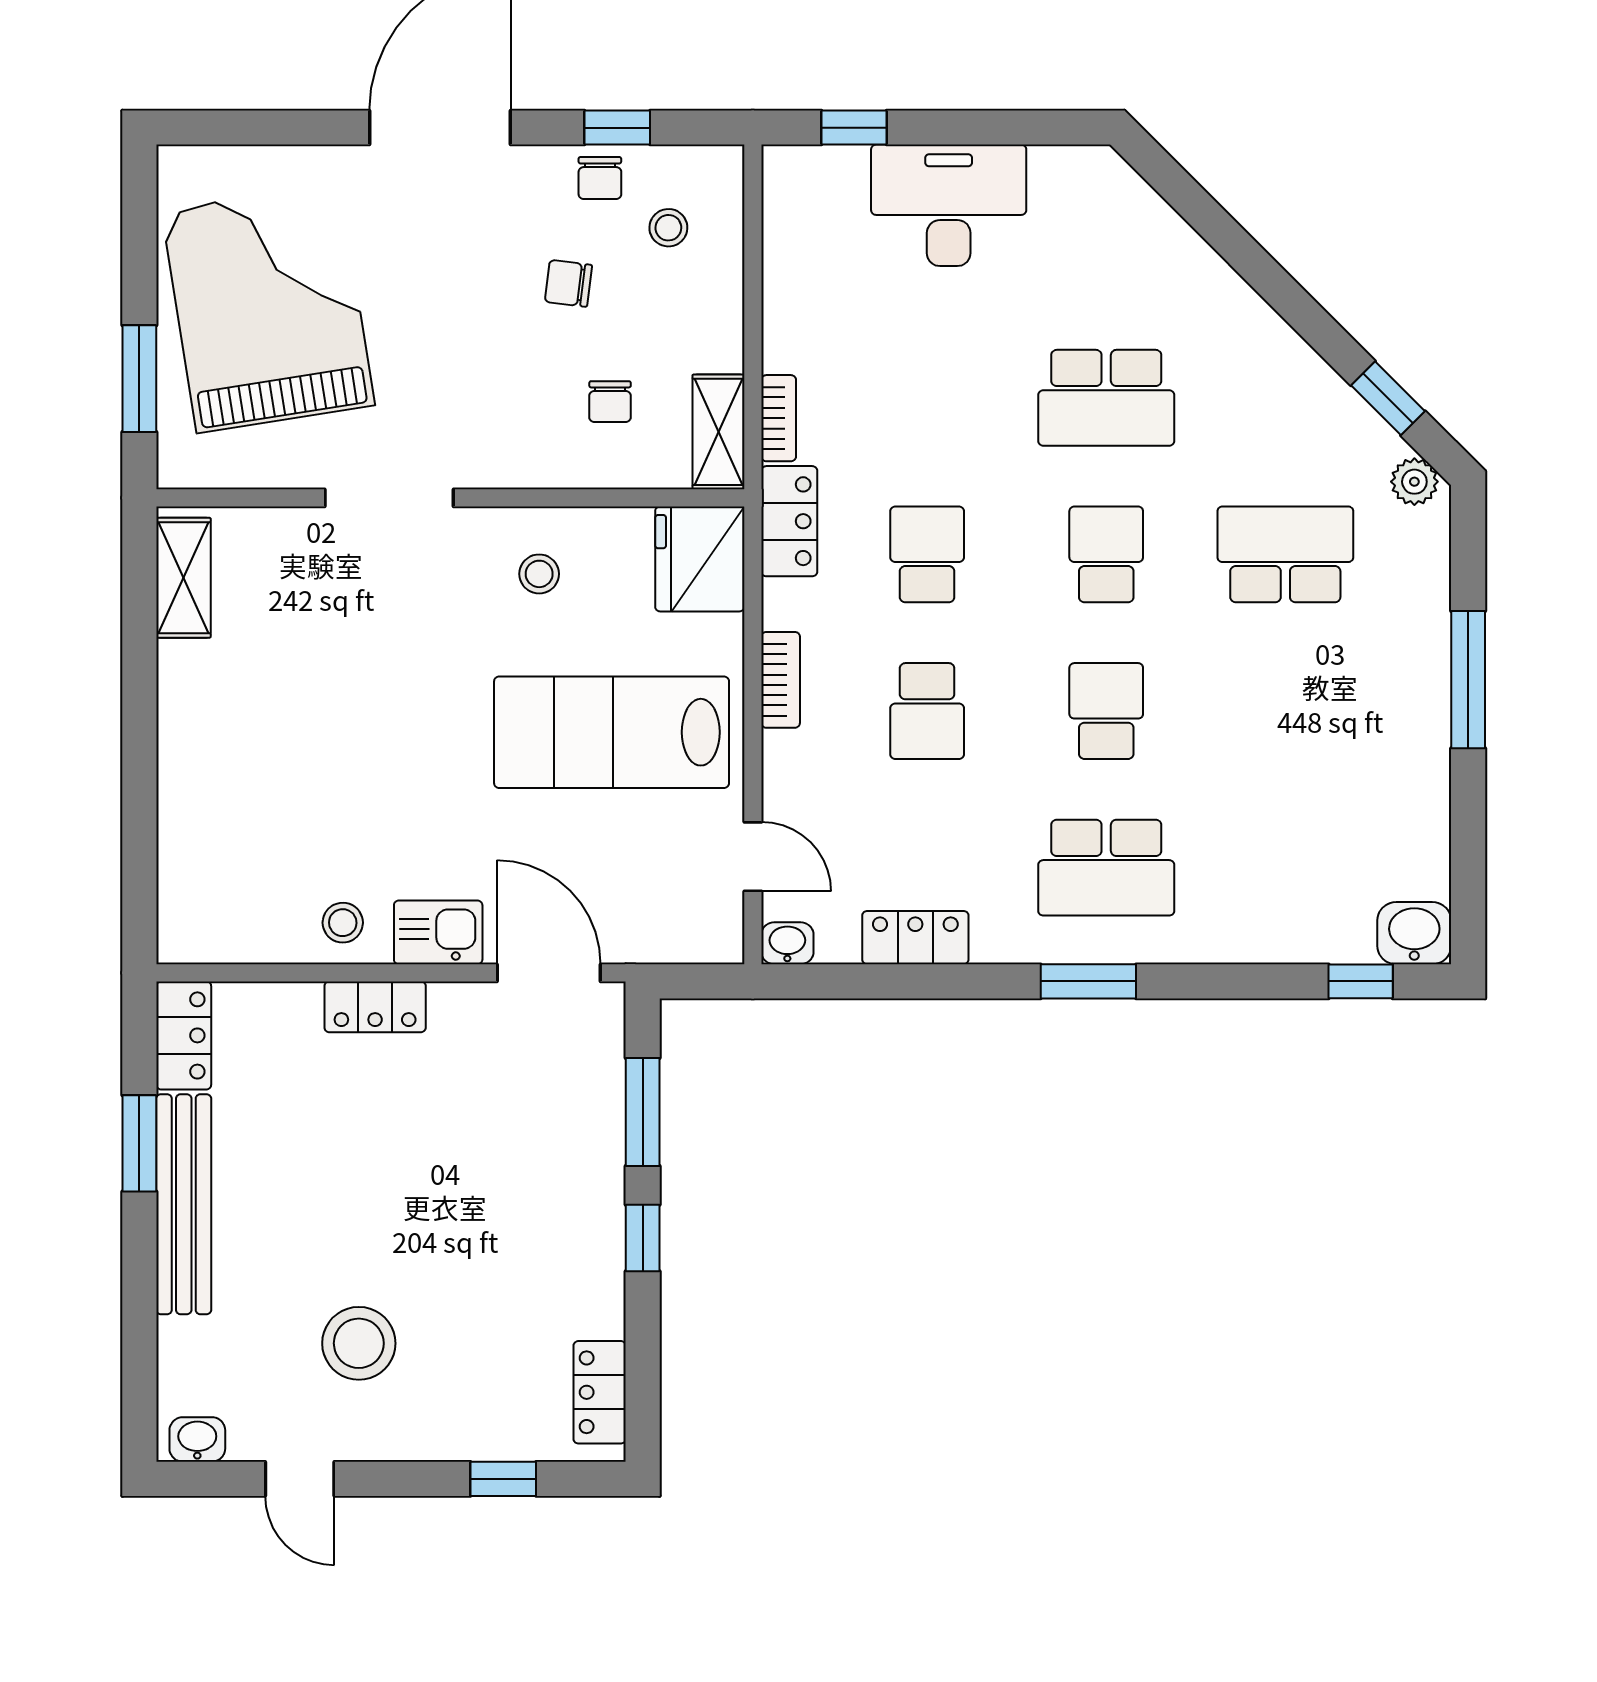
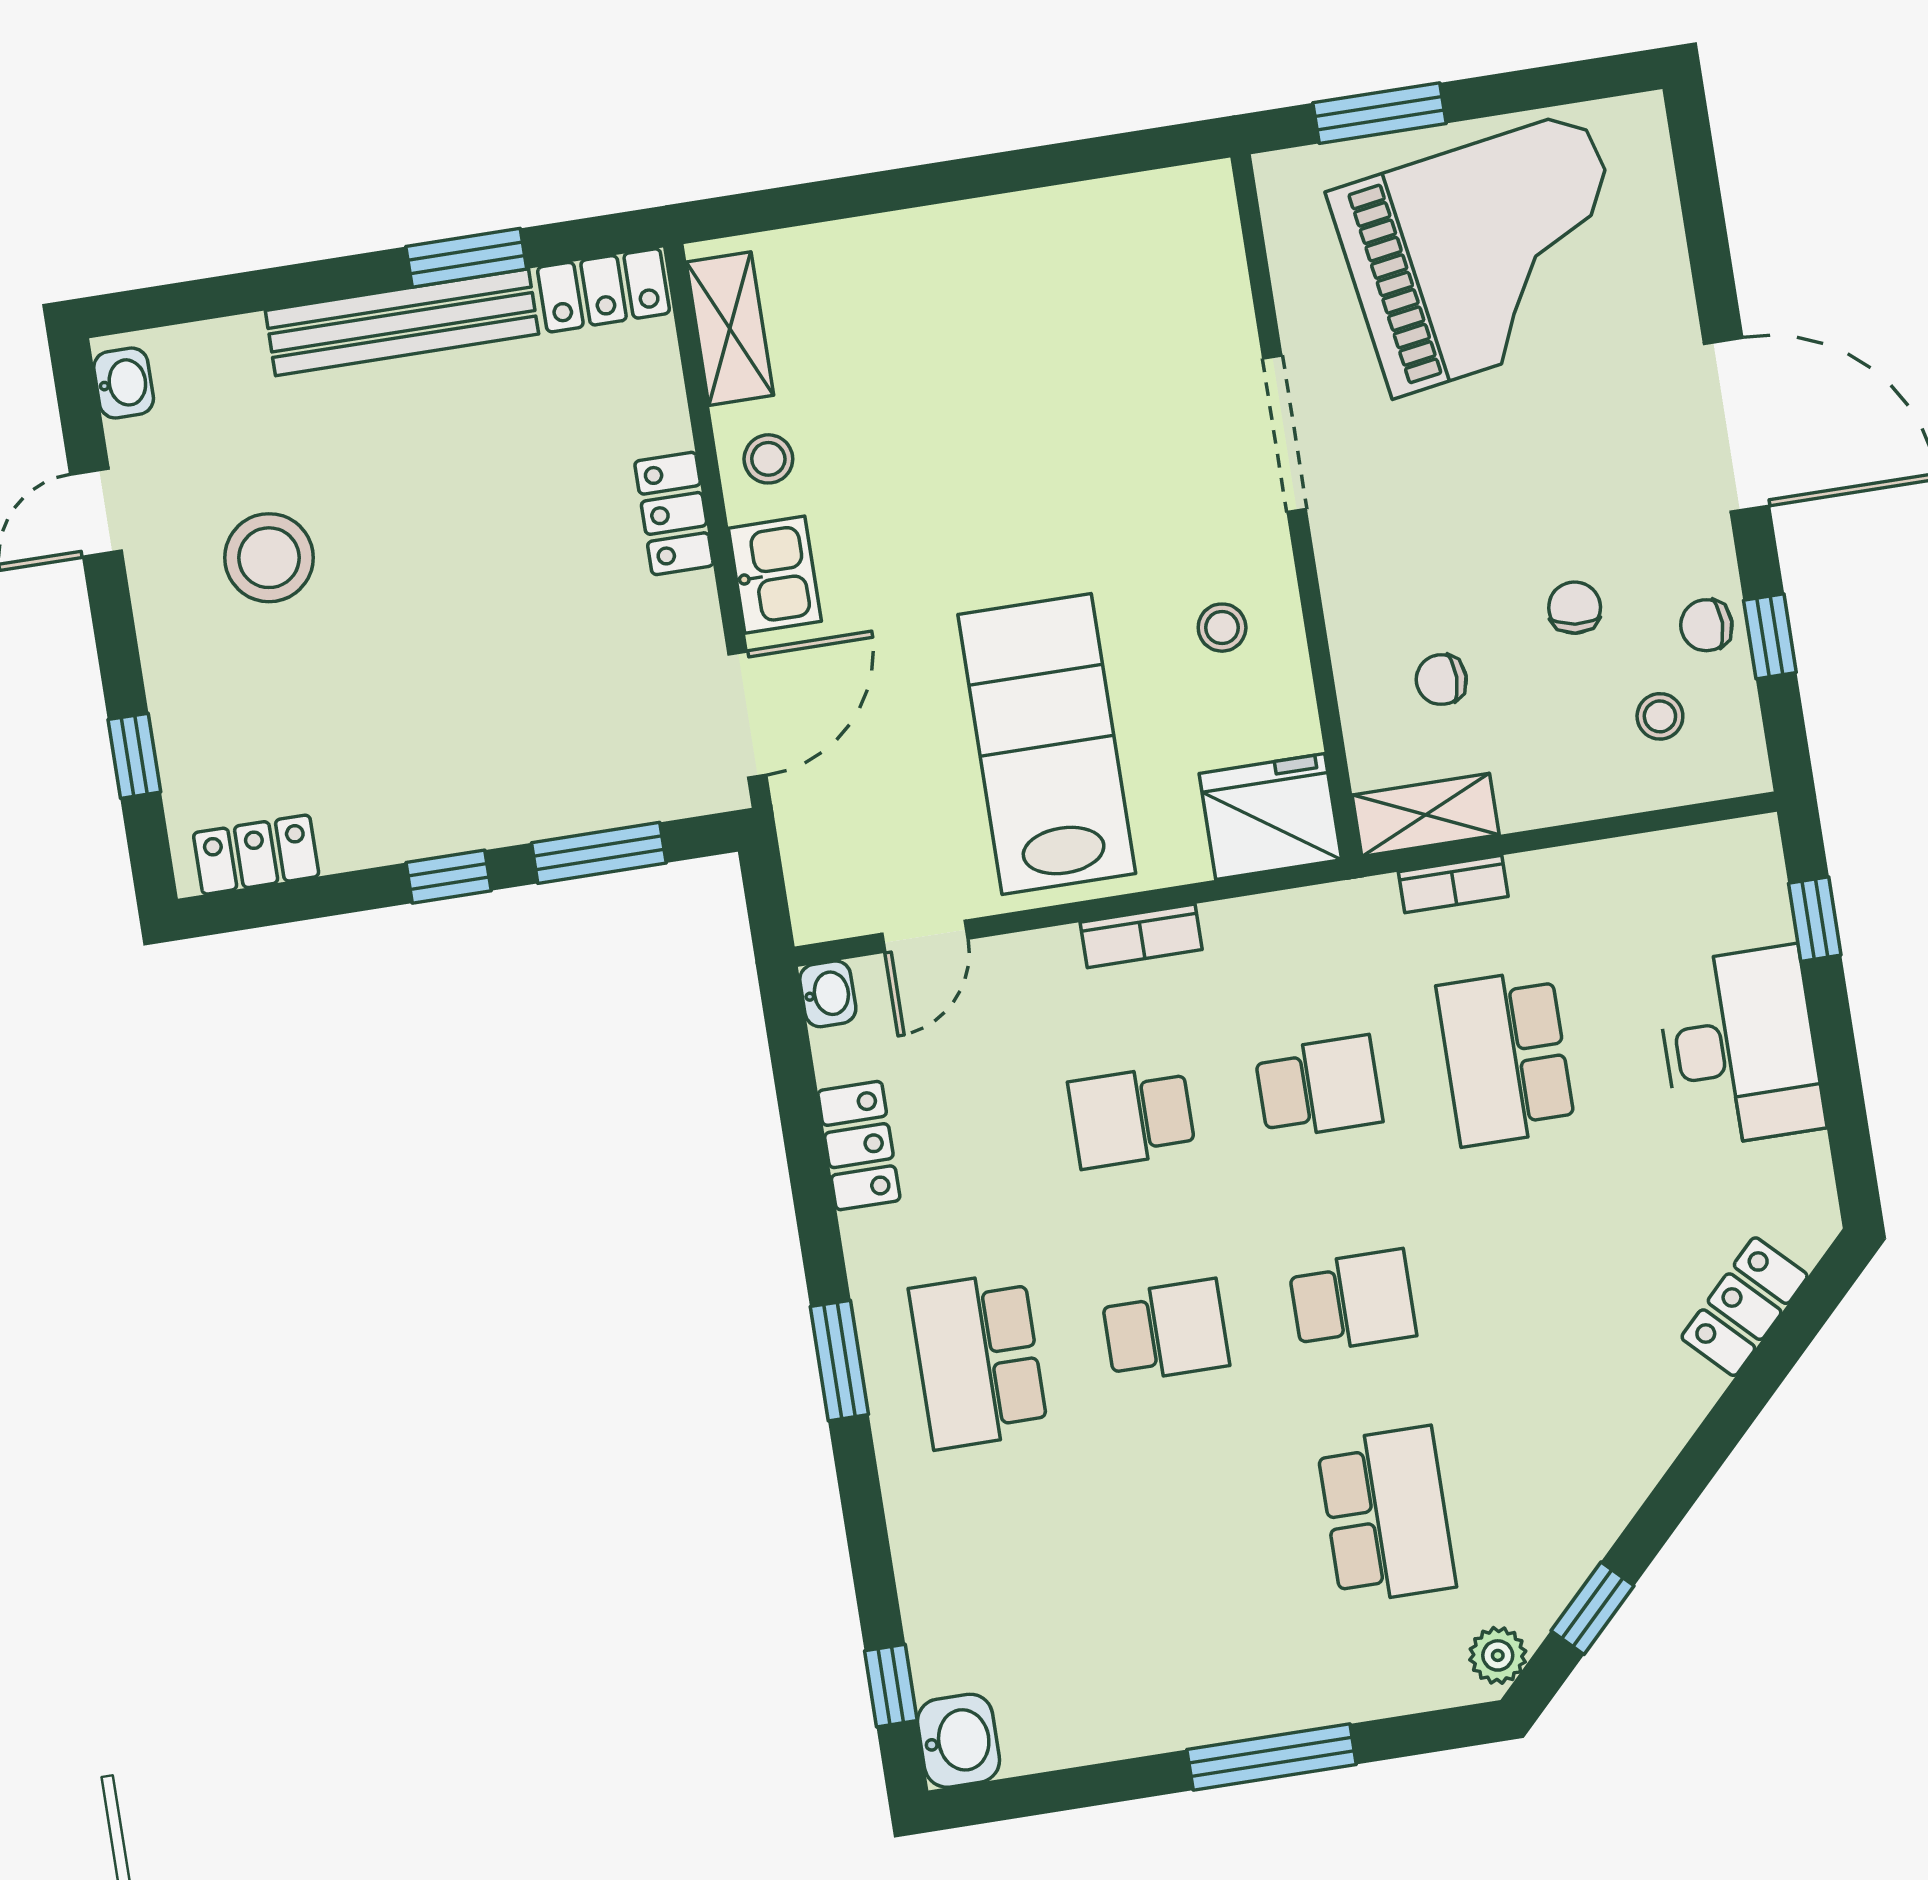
school desk: (1106, 398) -> (1506, 1058), moved
locker: (789, 521) -> (1745, 1307), moved, turned 135
shelving: (183, 578) -> (730, 329), moved, turned 90

